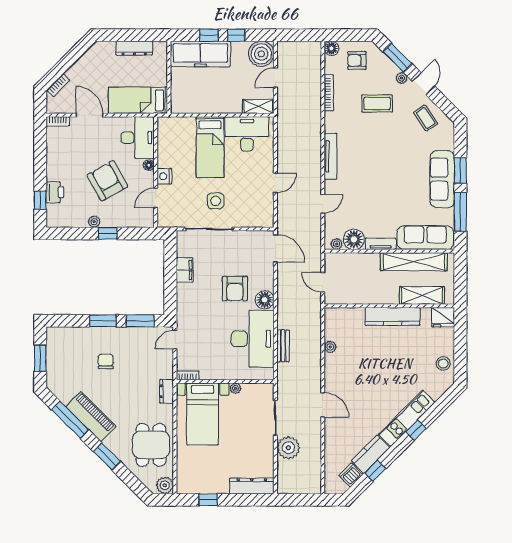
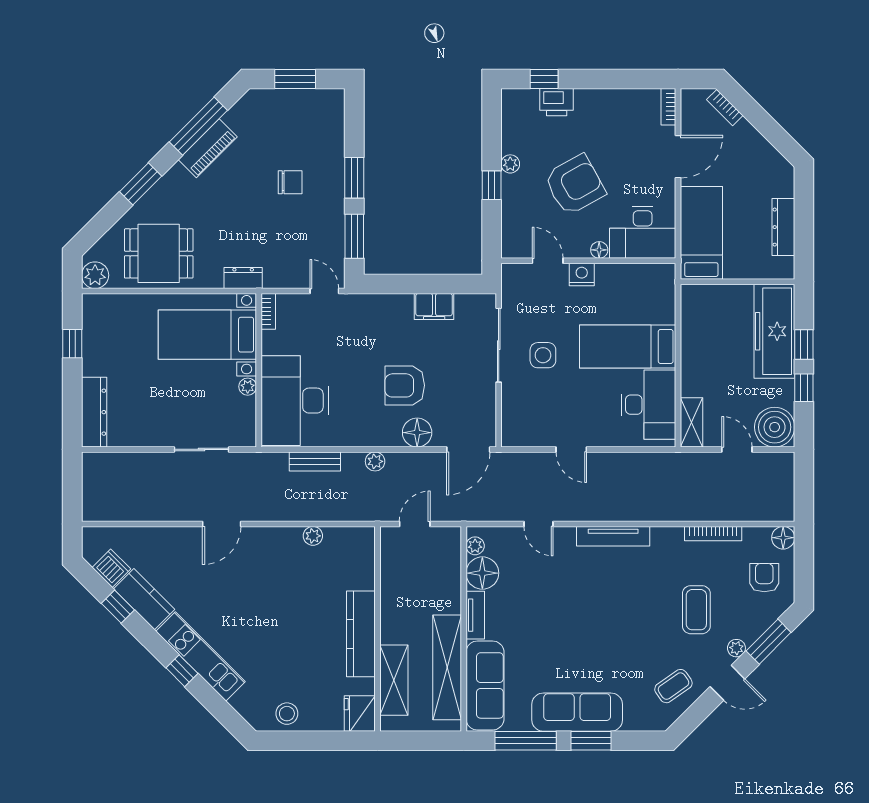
floor lamp: (265, 300) -> (417, 433), moved
desk: (253, 339) -> (295, 401), moved, turned 90
piano: (91, 417) -> (208, 148), width x0.73, depth x0.75
plant: (288, 448) -> (375, 461), moved, width x0.53, depth x0.53

